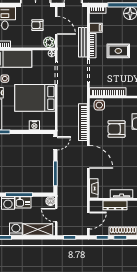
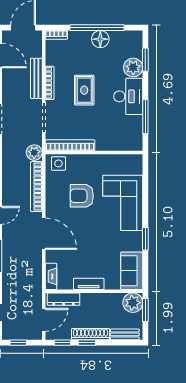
filing cabinet: (96, 28) -> (54, 59), removed
rug: (118, 51) -> (84, 90), turned 90
plant: (81, 97) -> (34, 153), added
dresser: (115, 205) -> (64, 299), moved

